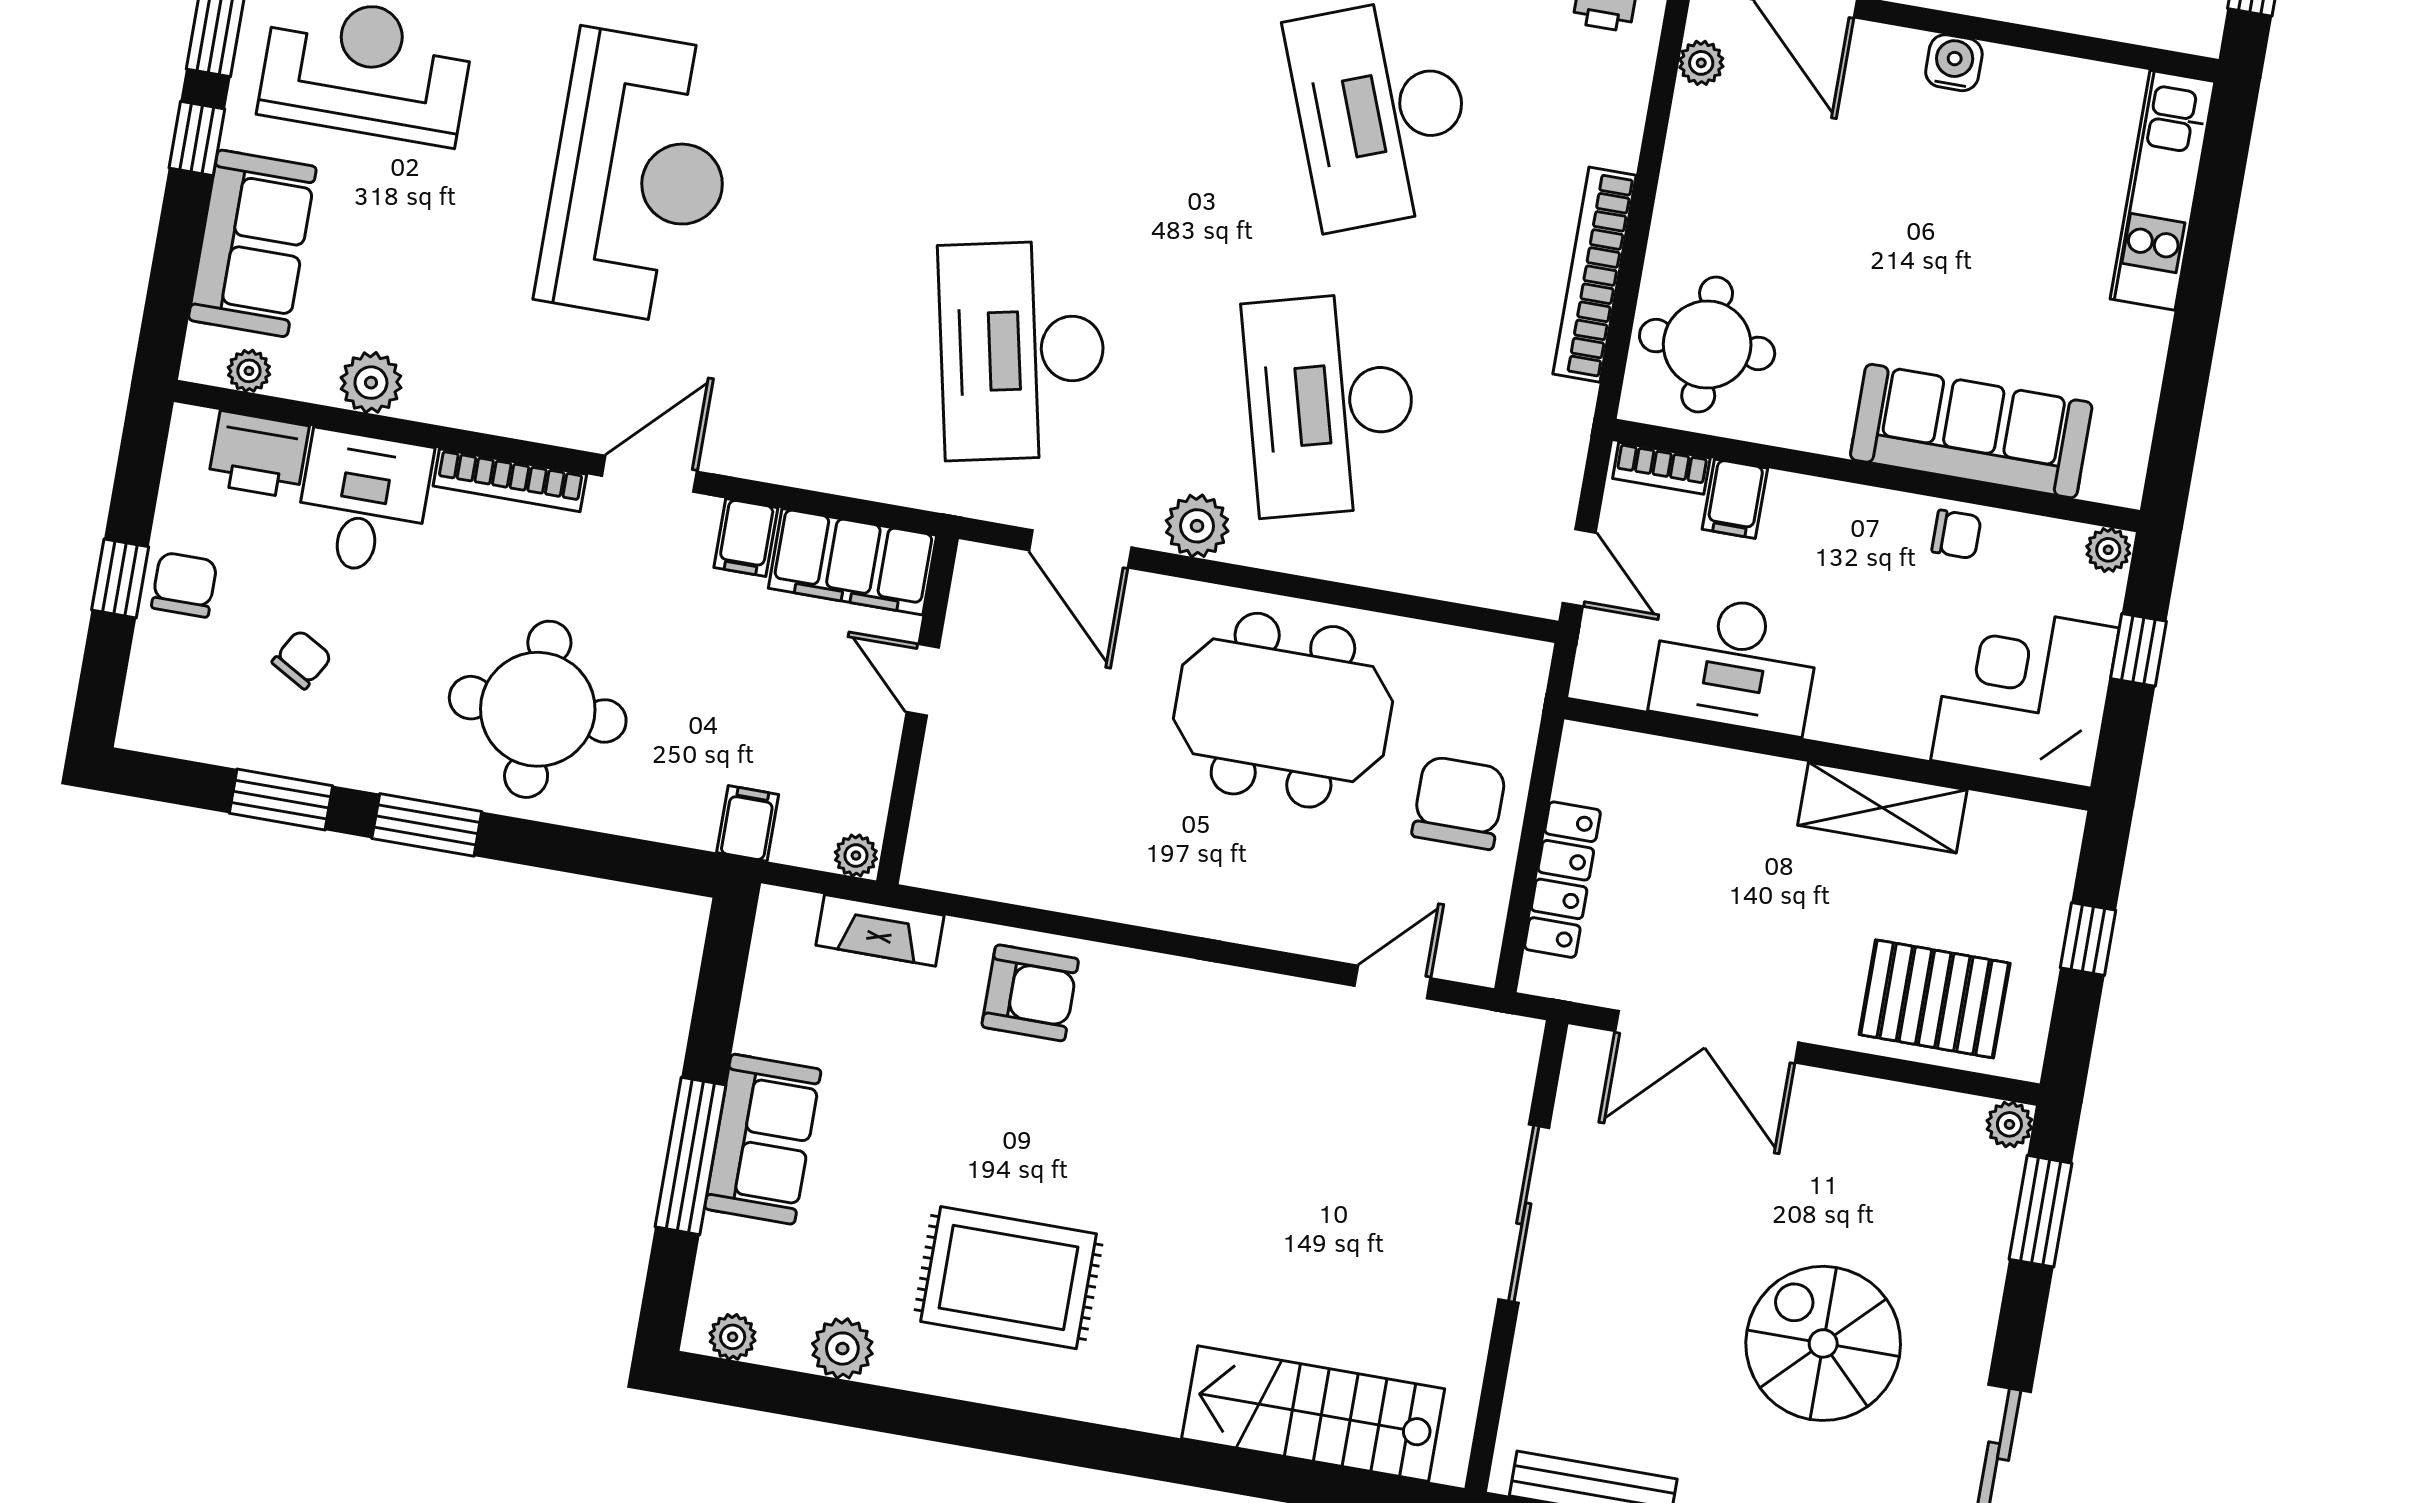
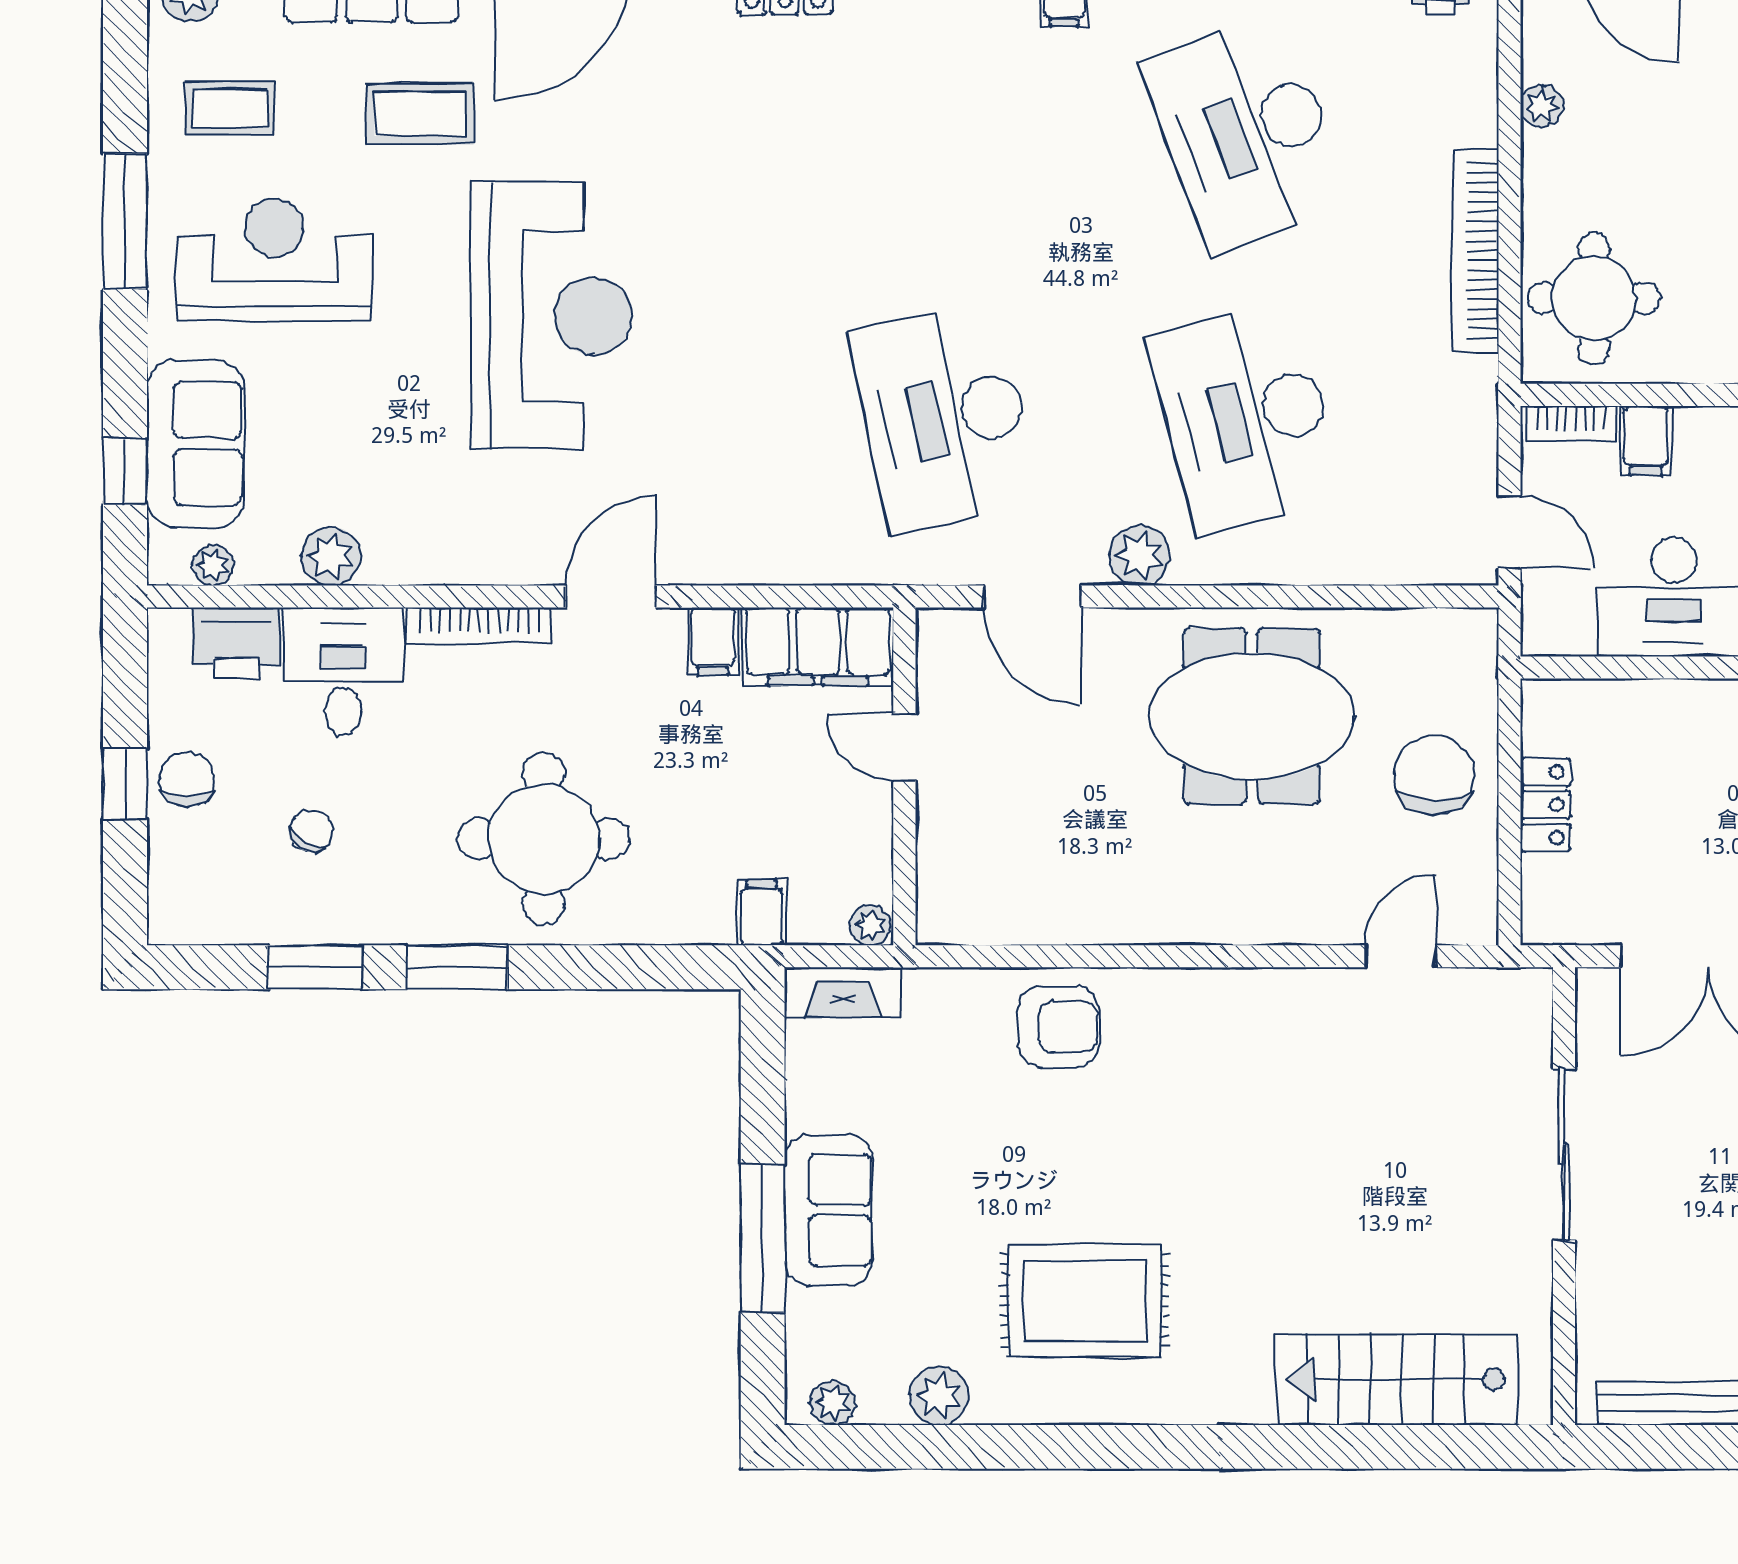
plant: (1701, 63) -> (1542, 106), moved
window: (197, 138) -> (125, 471), moved
locker: (1562, 880) -> (1545, 805), width x0.66
fireplace: (880, 930) -> (843, 992), moved

